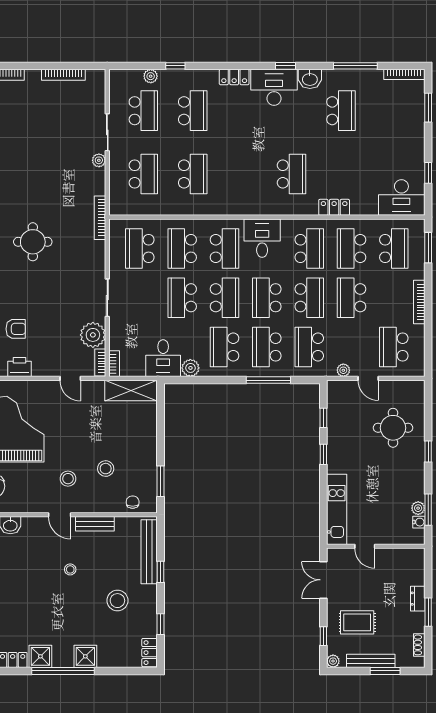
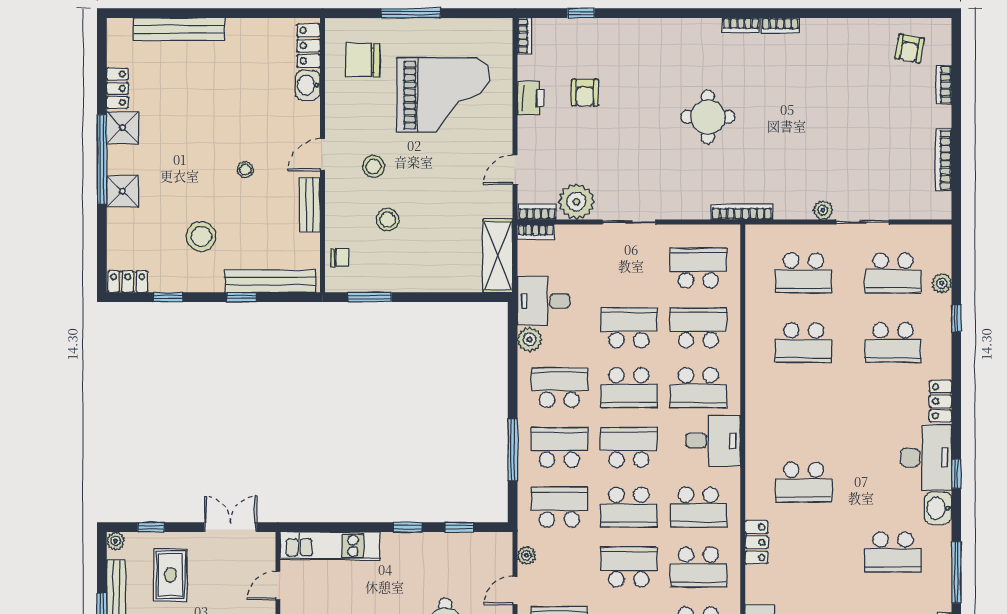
school desk: (352, 249) -> (698, 567), turned 180

